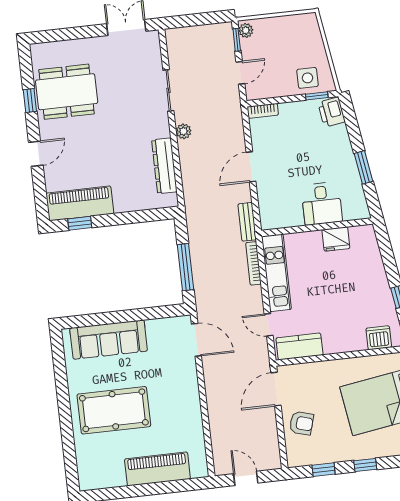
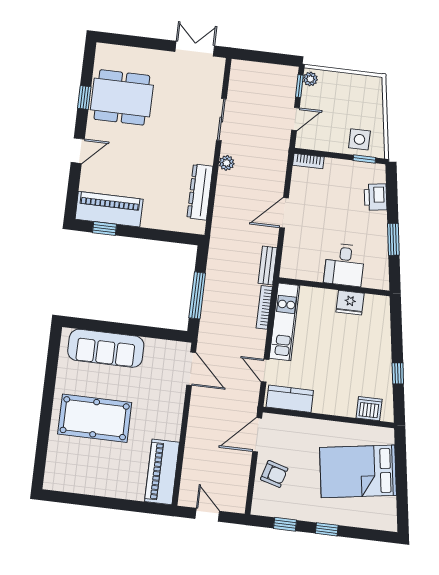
printer: (331, 112) -> (376, 197), moved
piano: (157, 469) -> (162, 472), moved, turned -90

